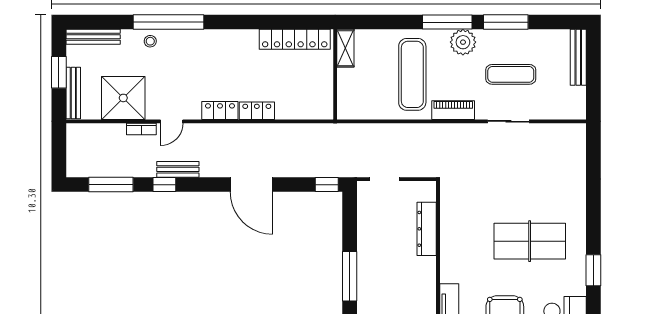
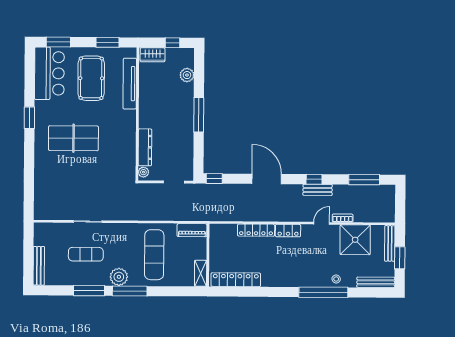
piano: (453, 110) -> (192, 230), moved
locker: (257, 111) -> (256, 230), width x1.53
window: (164, 185) -> (314, 179), moved
plant: (429, 193) -> (143, 172), added

